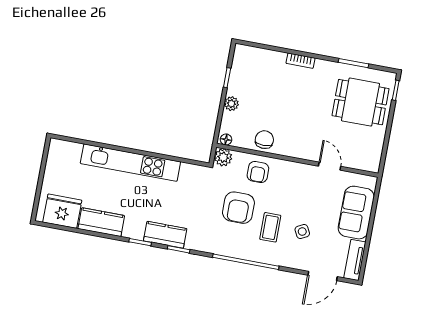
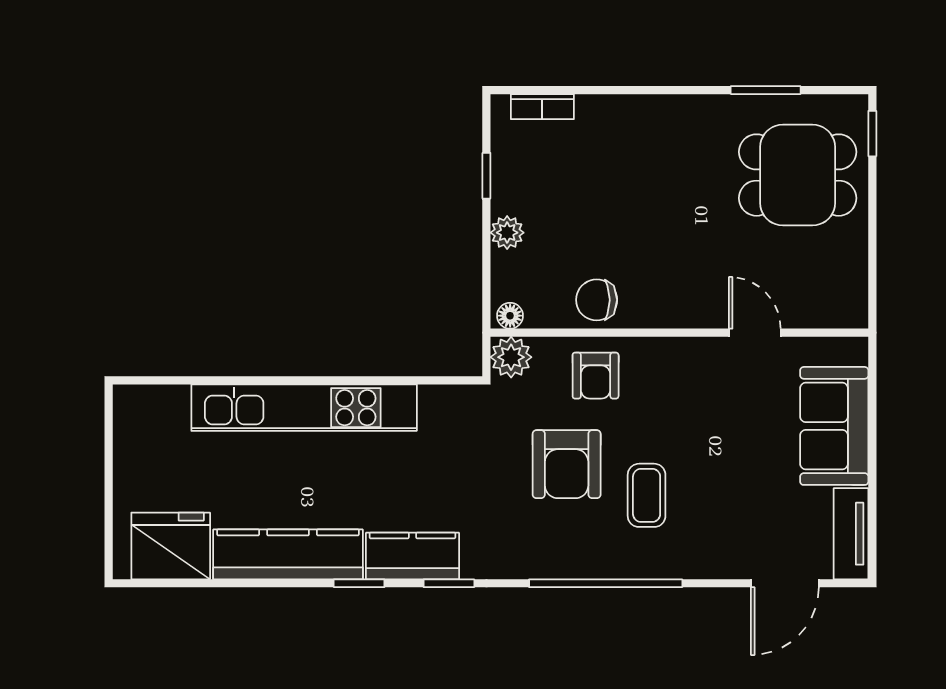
bookcase: (300, 61) -> (542, 107), moved
chair: (264, 140) -> (597, 300), turned -90
kitchen counter: (101, 222) -> (288, 554), width x1.50
side table: (302, 232) -> (720, 491), removed

